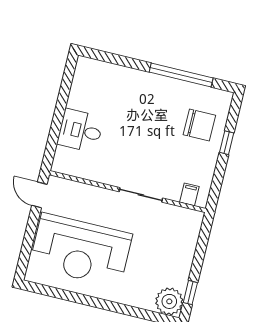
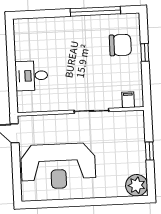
window: (190, 293) -> (149, 151), moved

